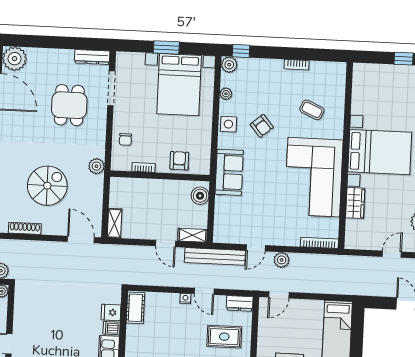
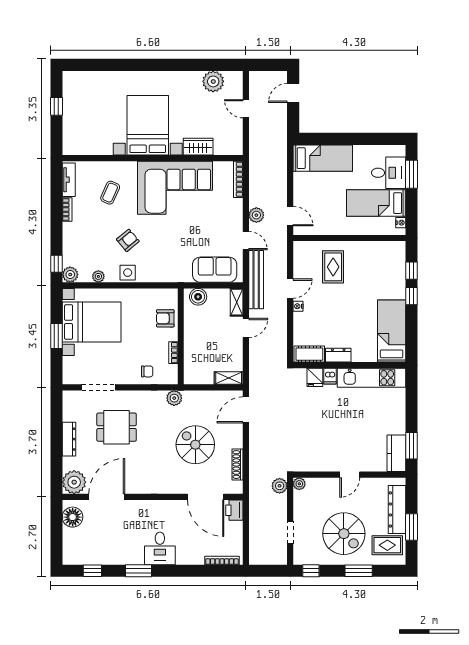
dresser: (92, 57) -> (69, 439), moved
tv unit: (327, 68) -> (69, 180), added
sofa: (229, 172) -> (215, 270), moved
dresser: (240, 303) -> (338, 355), moved, turned -90

